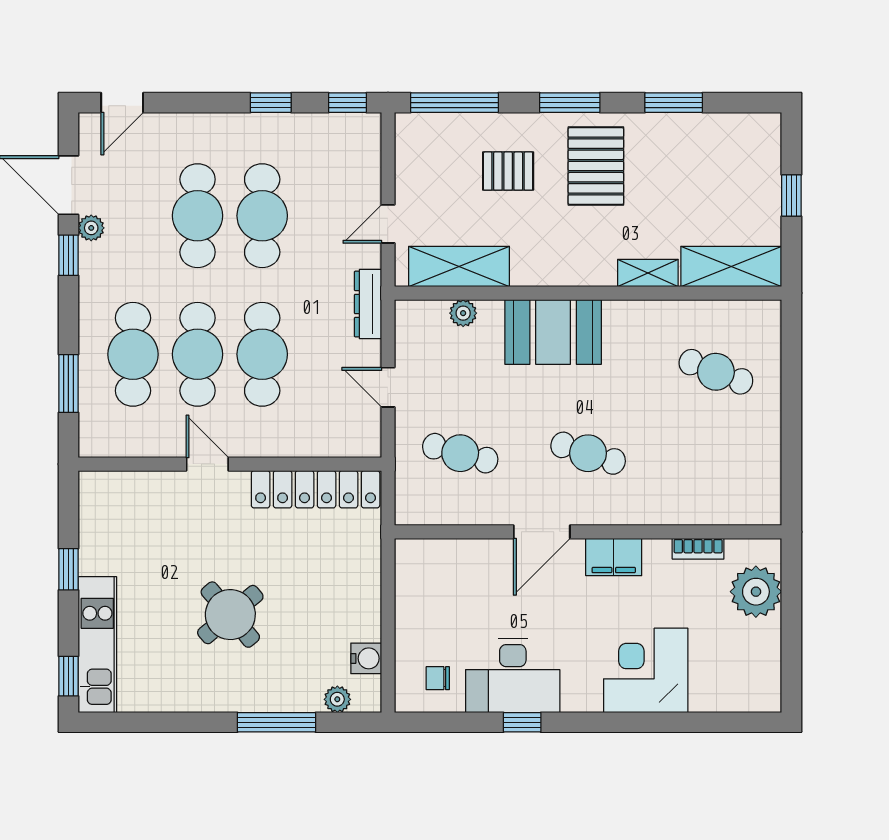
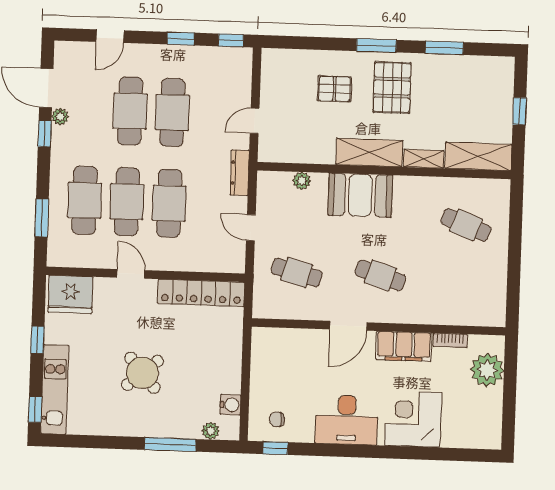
door: (122, 103) -> (110, 36), moved
window: (454, 103) -> (301, 43), removed
shelving: (459, 266) -> (369, 153), moved
fridge: (116, 499) -> (70, 294), added
filing cabinet: (614, 557) -> (404, 346), width x1.50, depth x1.17
desk: (513, 676) -> (347, 420), moved
window: (522, 722) -> (275, 448), moved

